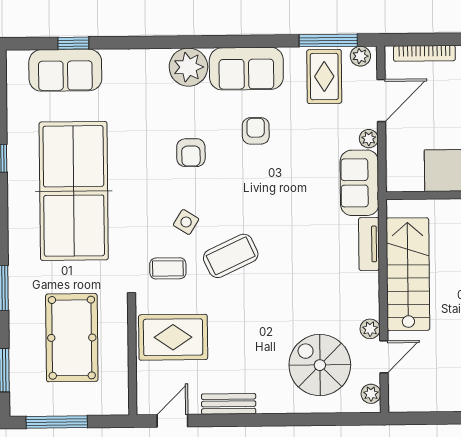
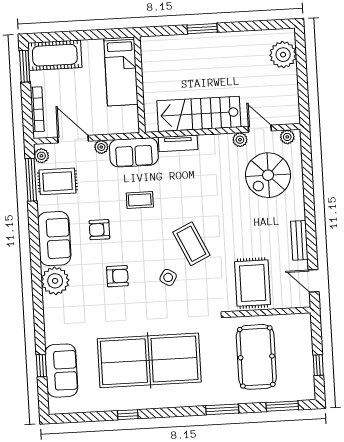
coffee table: (168, 268) -> (140, 200), moved, turned 90
pool table: (72, 338) -> (256, 357), turned 90
window: (57, 422) -> (318, 365), width x0.46

